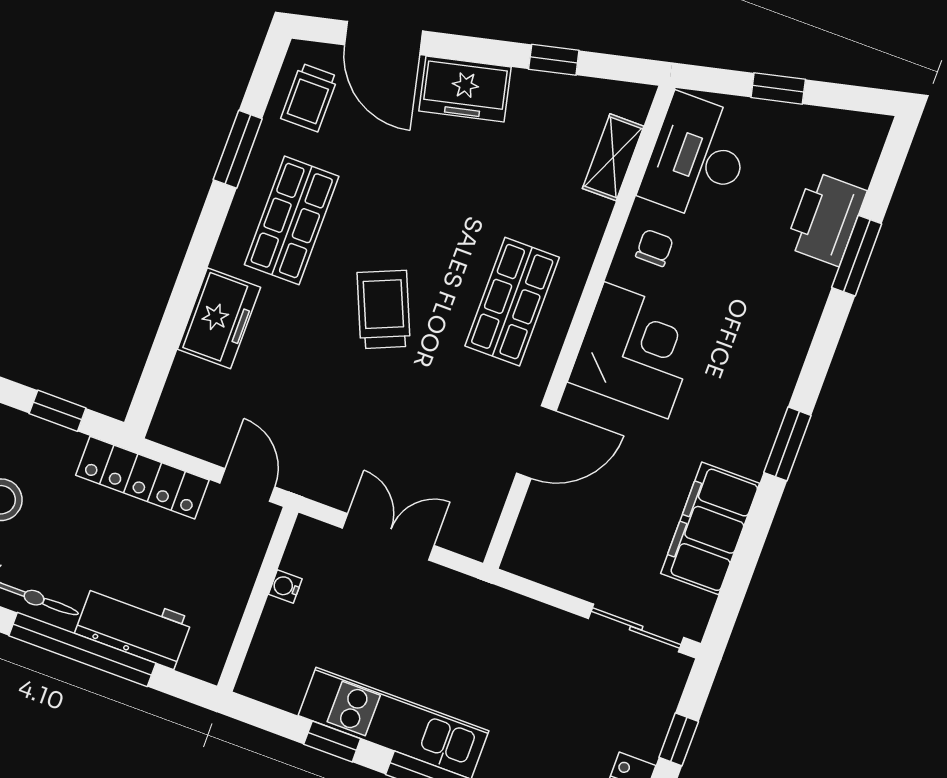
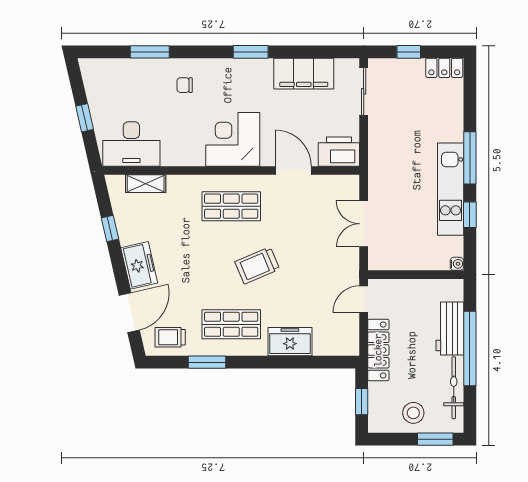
trolley: (309, 97) -> (170, 337), turned 180
printer: (826, 219) -> (339, 152), moved, turned 180
chair: (654, 248) -> (185, 85), moved
water cooler: (285, 587) -> (457, 264), moved, turned -90

